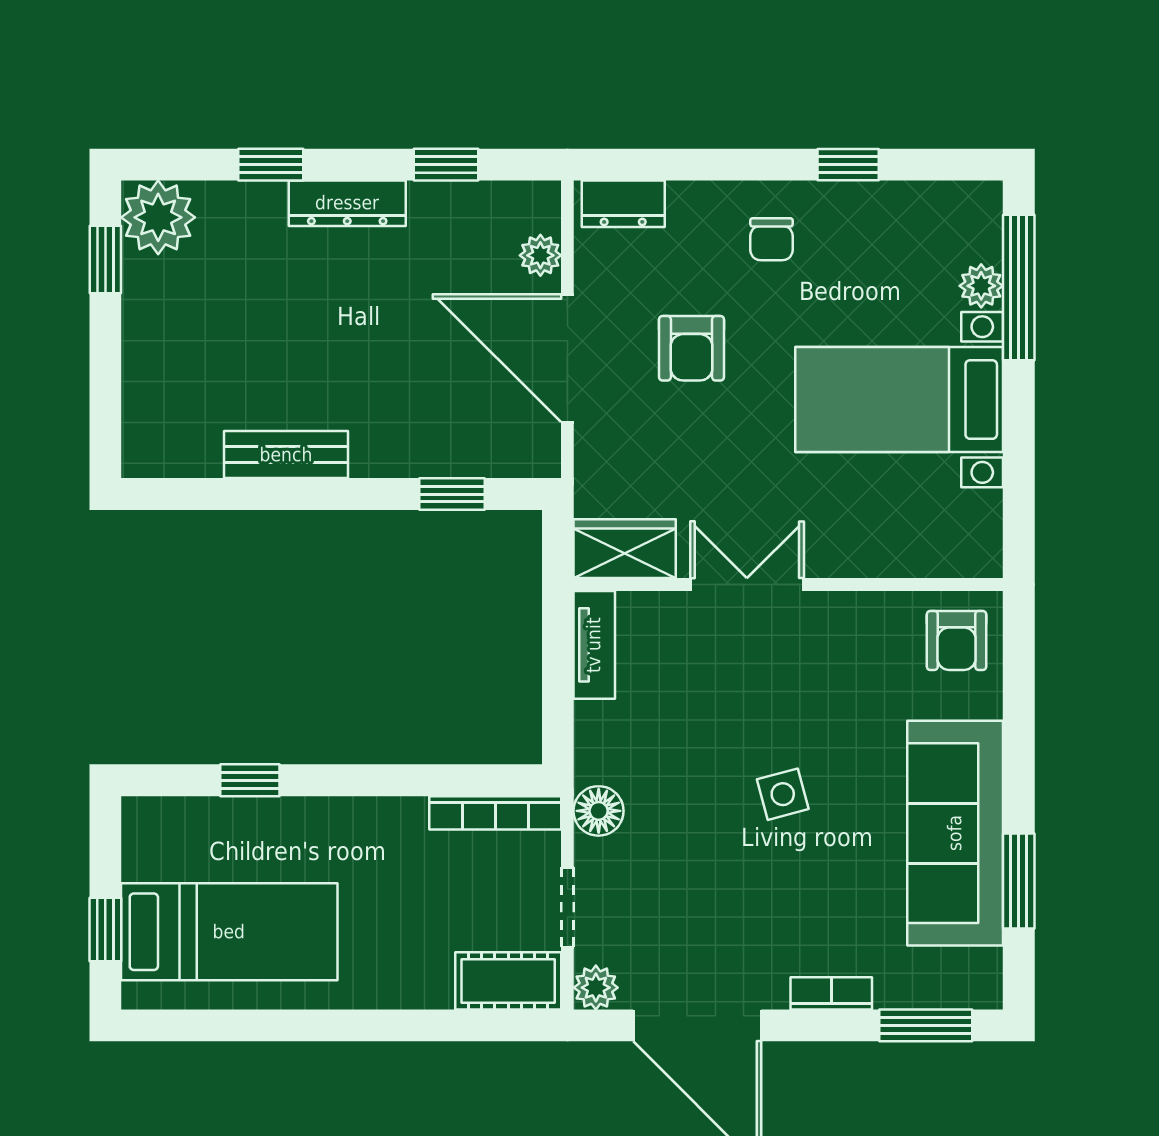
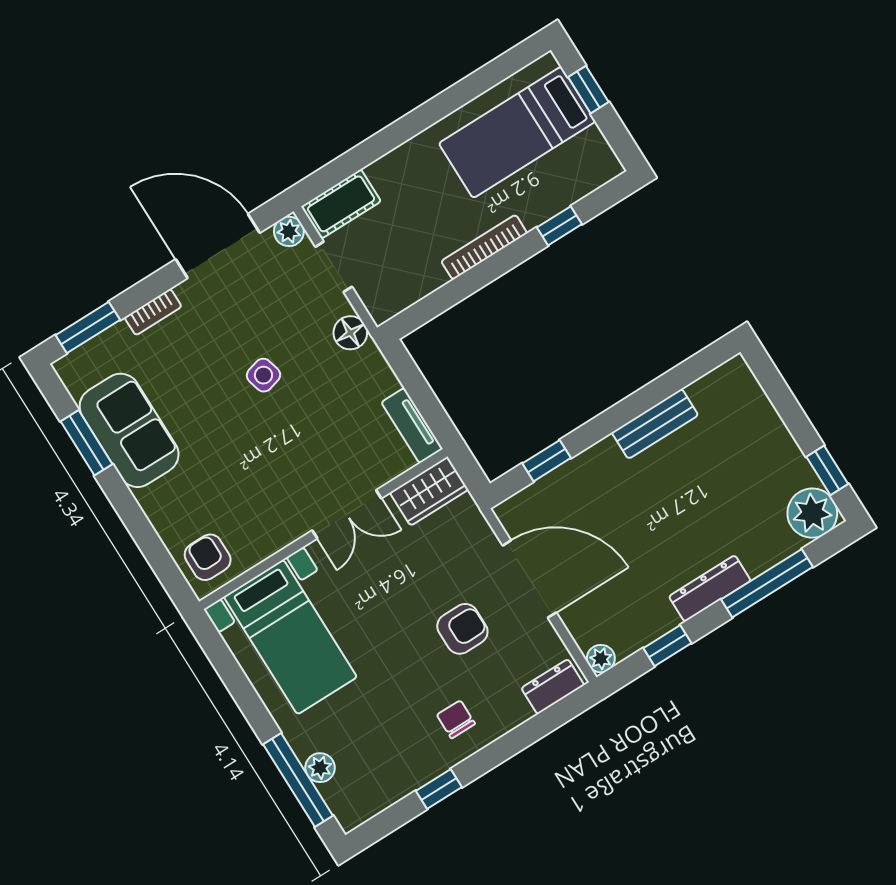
window: (271, 165) -> (767, 583), width x2.17
plant: (540, 255) -> (601, 659), moved
armchair: (691, 348) -> (462, 629), turned 90
bed with nightstands: (899, 400) -> (290, 637), moved, turned 90
side table: (783, 794) -> (263, 375), moved
bookcase: (495, 813) -> (484, 247), moved
sofa: (955, 833) -> (129, 430), width x0.73

